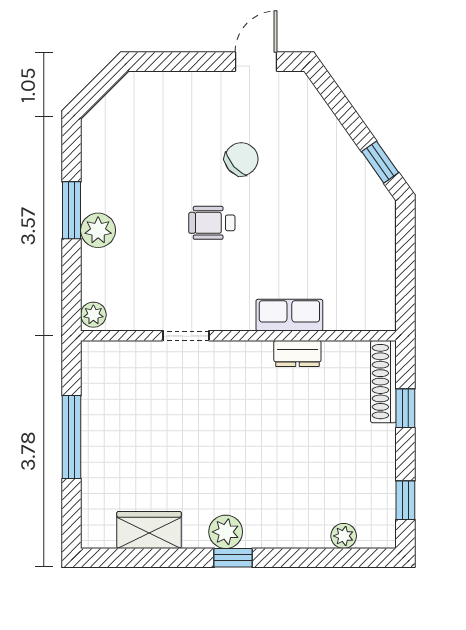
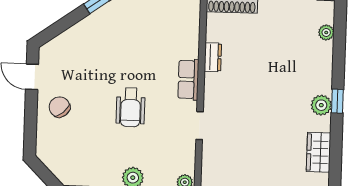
chair: (241, 159) -> (59, 107), moved
wheelchair: (212, 223) -> (131, 107), width x1.36, depth x1.37
row of seats: (289, 315) -> (188, 80), moved

